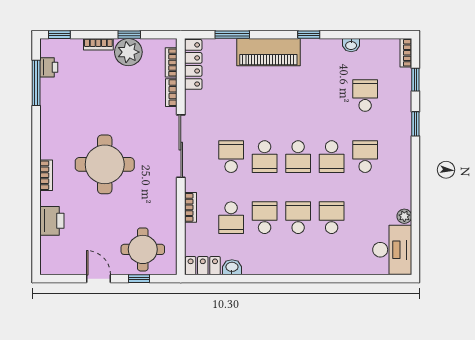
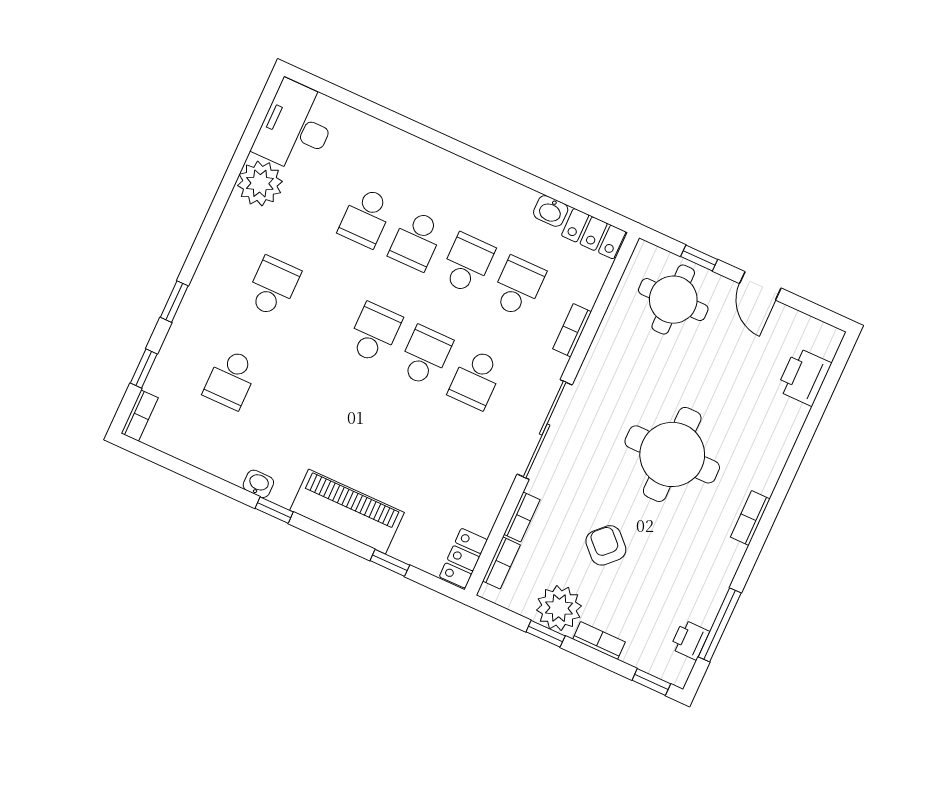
window: (232, 35) -> (390, 563), width x0.67
washbasin: (351, 45) -> (258, 484), moved
locker: (193, 64) -> (463, 558), width x0.66
armchair: (118, 98) -> (606, 545), added
school desk: (332, 157) -> (324, 310), removed
school desk: (365, 157) -> (273, 287), turned 180
bookcase: (46, 175) -> (750, 518), moved
plant: (404, 216) -> (260, 183), width x1.87, depth x1.87
school desk: (265, 218) -> (467, 264), turned 180
printer: (52, 221) -> (804, 377), moved

